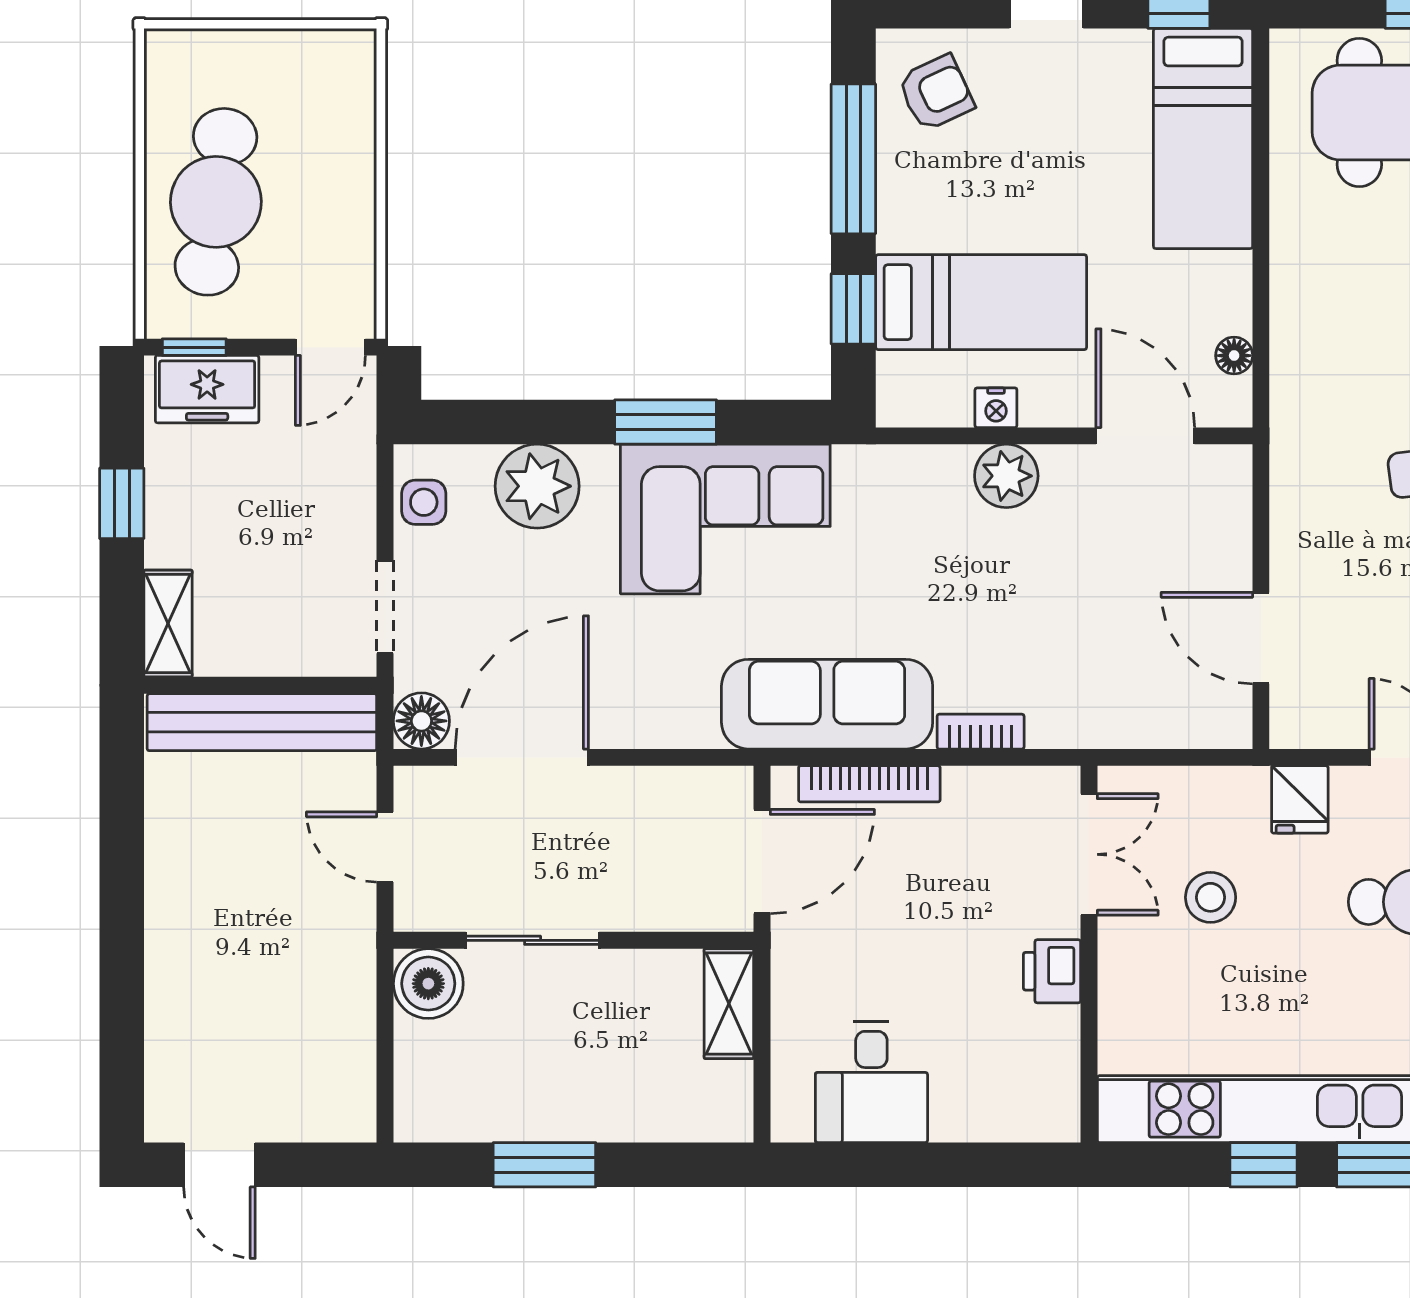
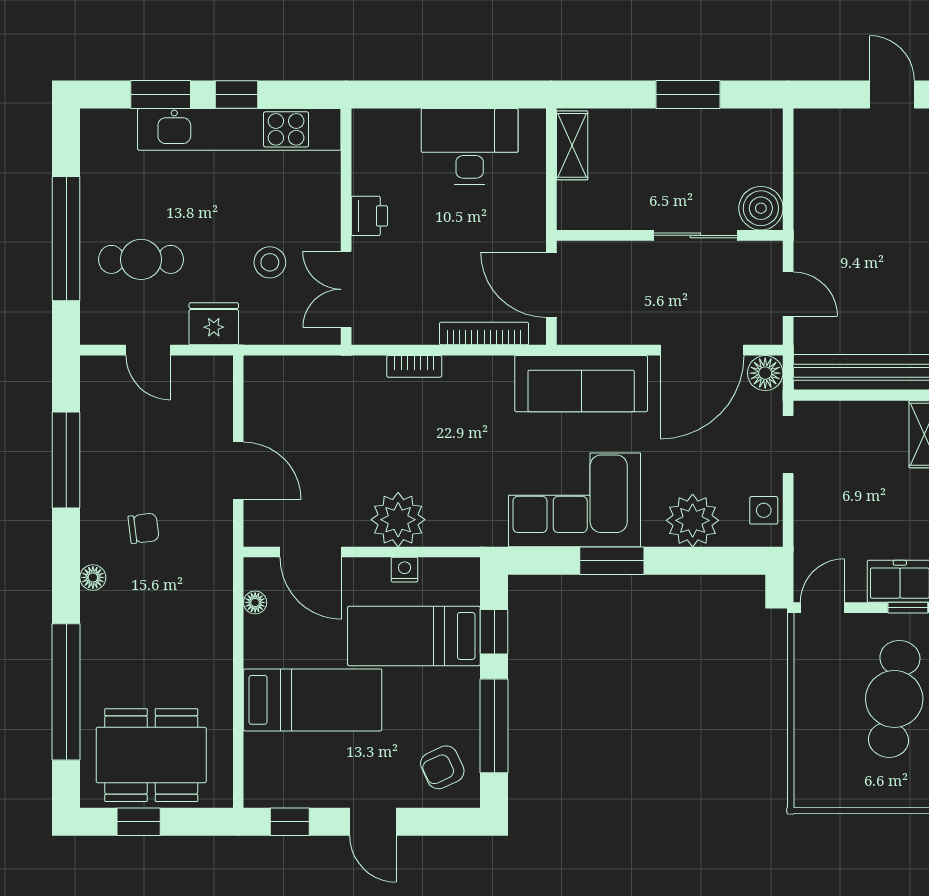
bed: (1203, 138) -> (313, 700), moved, turned 90
plant: (1006, 476) -> (398, 520), width x1.36, depth x1.36
door: (1261, 638) -> (238, 471), moved
sofa: (827, 704) -> (581, 384), moved
fridge: (1300, 799) -> (214, 324), width x1.38
door: (762, 861) -> (551, 285), hinge flipped
shelving: (729, 1004) -> (572, 145), moved
desk: (871, 1082) -> (470, 146), width x1.37

